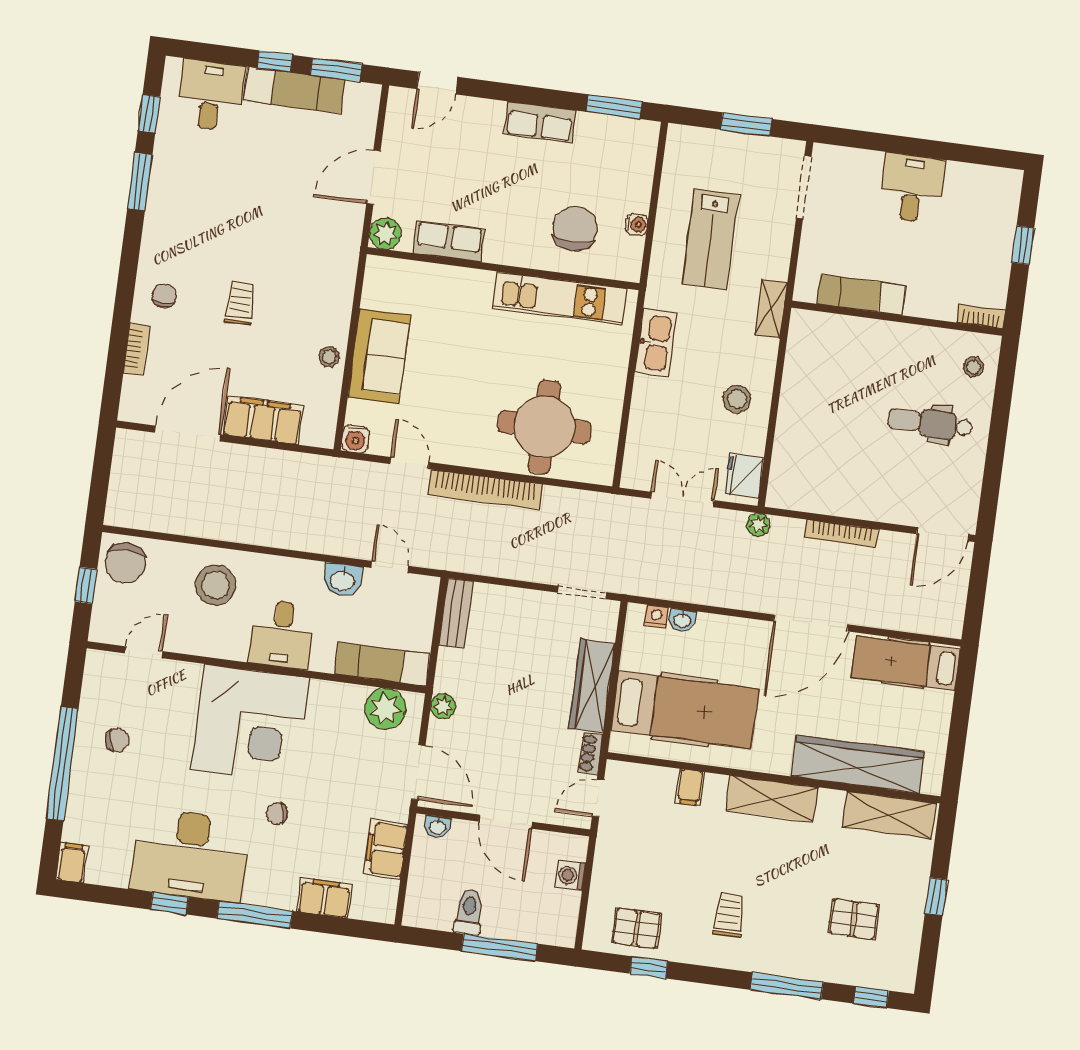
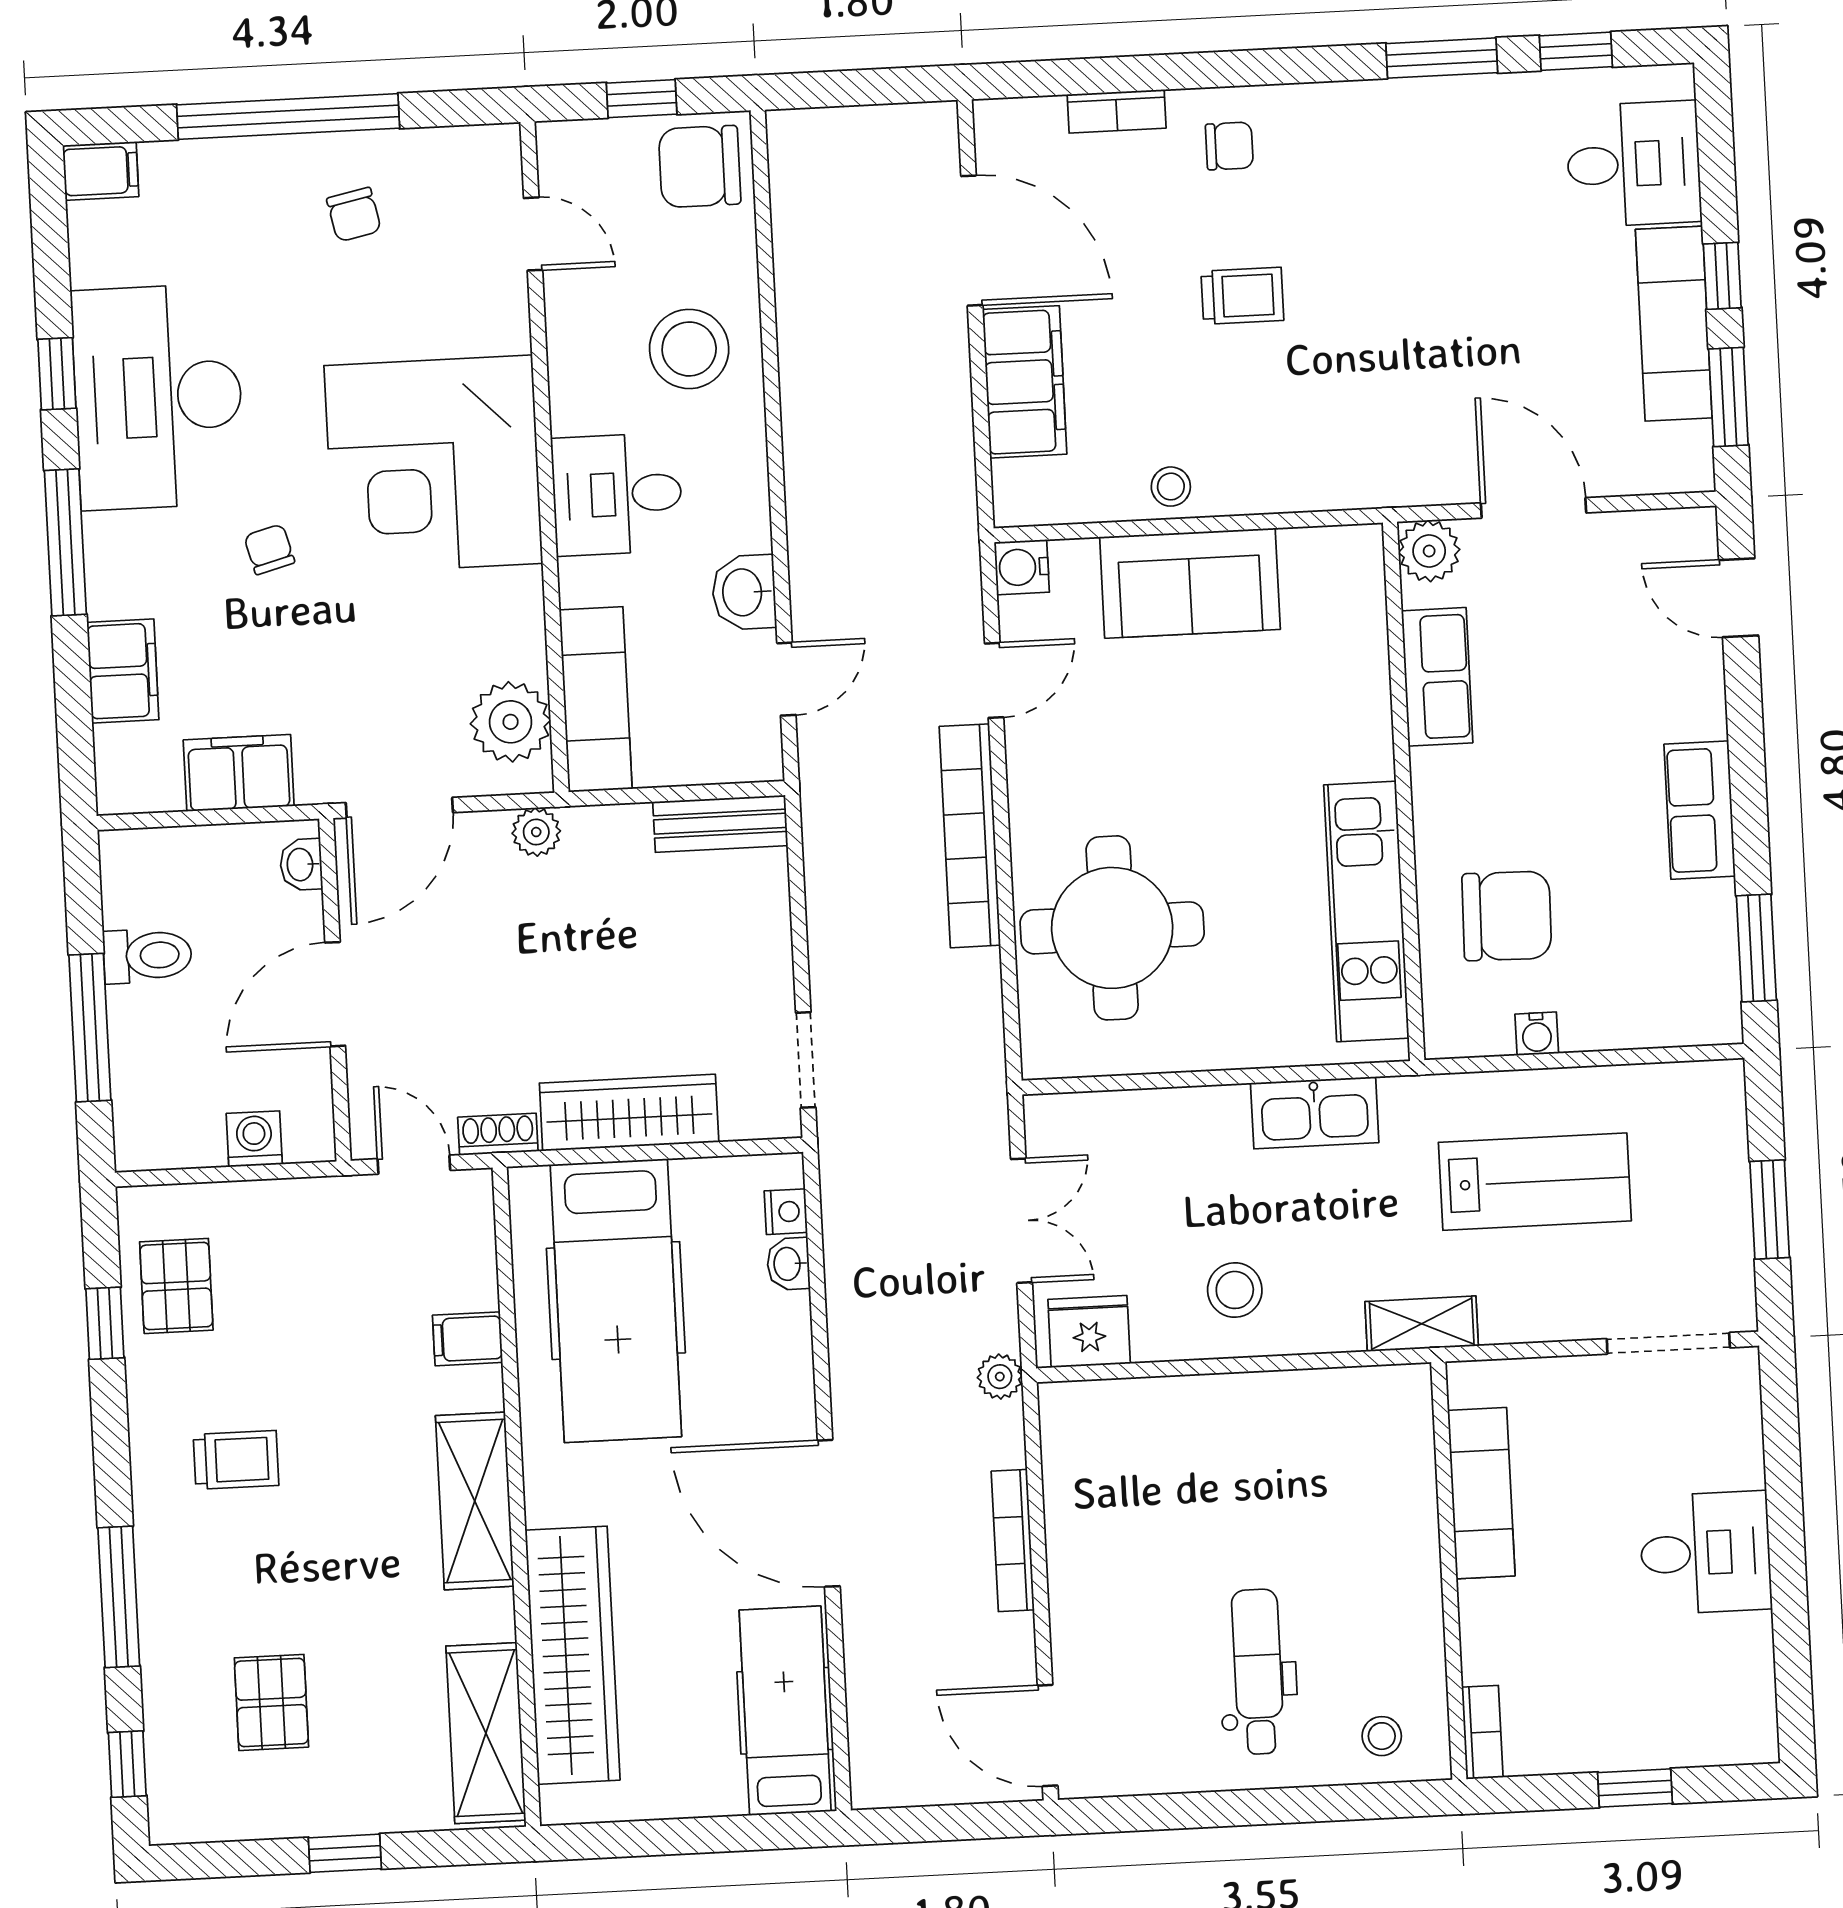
lab bench: (710, 239) -> (1535, 1182), turned 180

